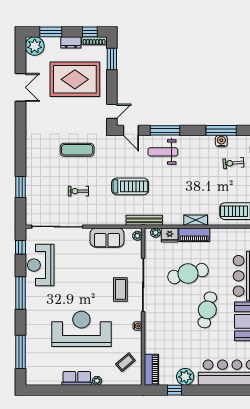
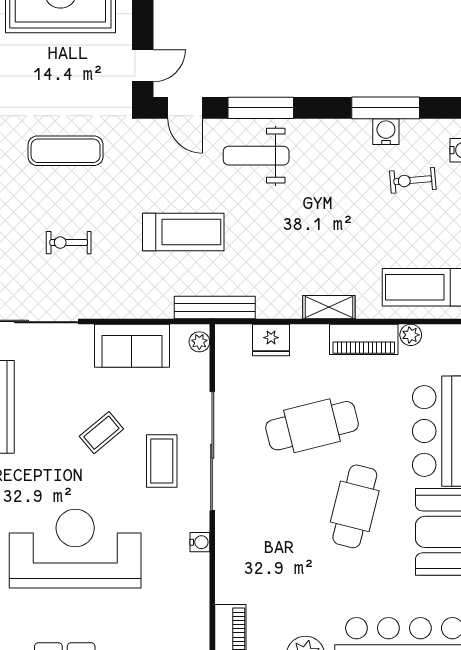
plant: (156, 233) -> (411, 335), moved
piano: (194, 235) -> (364, 339), moved
coffee table: (125, 362) -> (101, 433), moved

